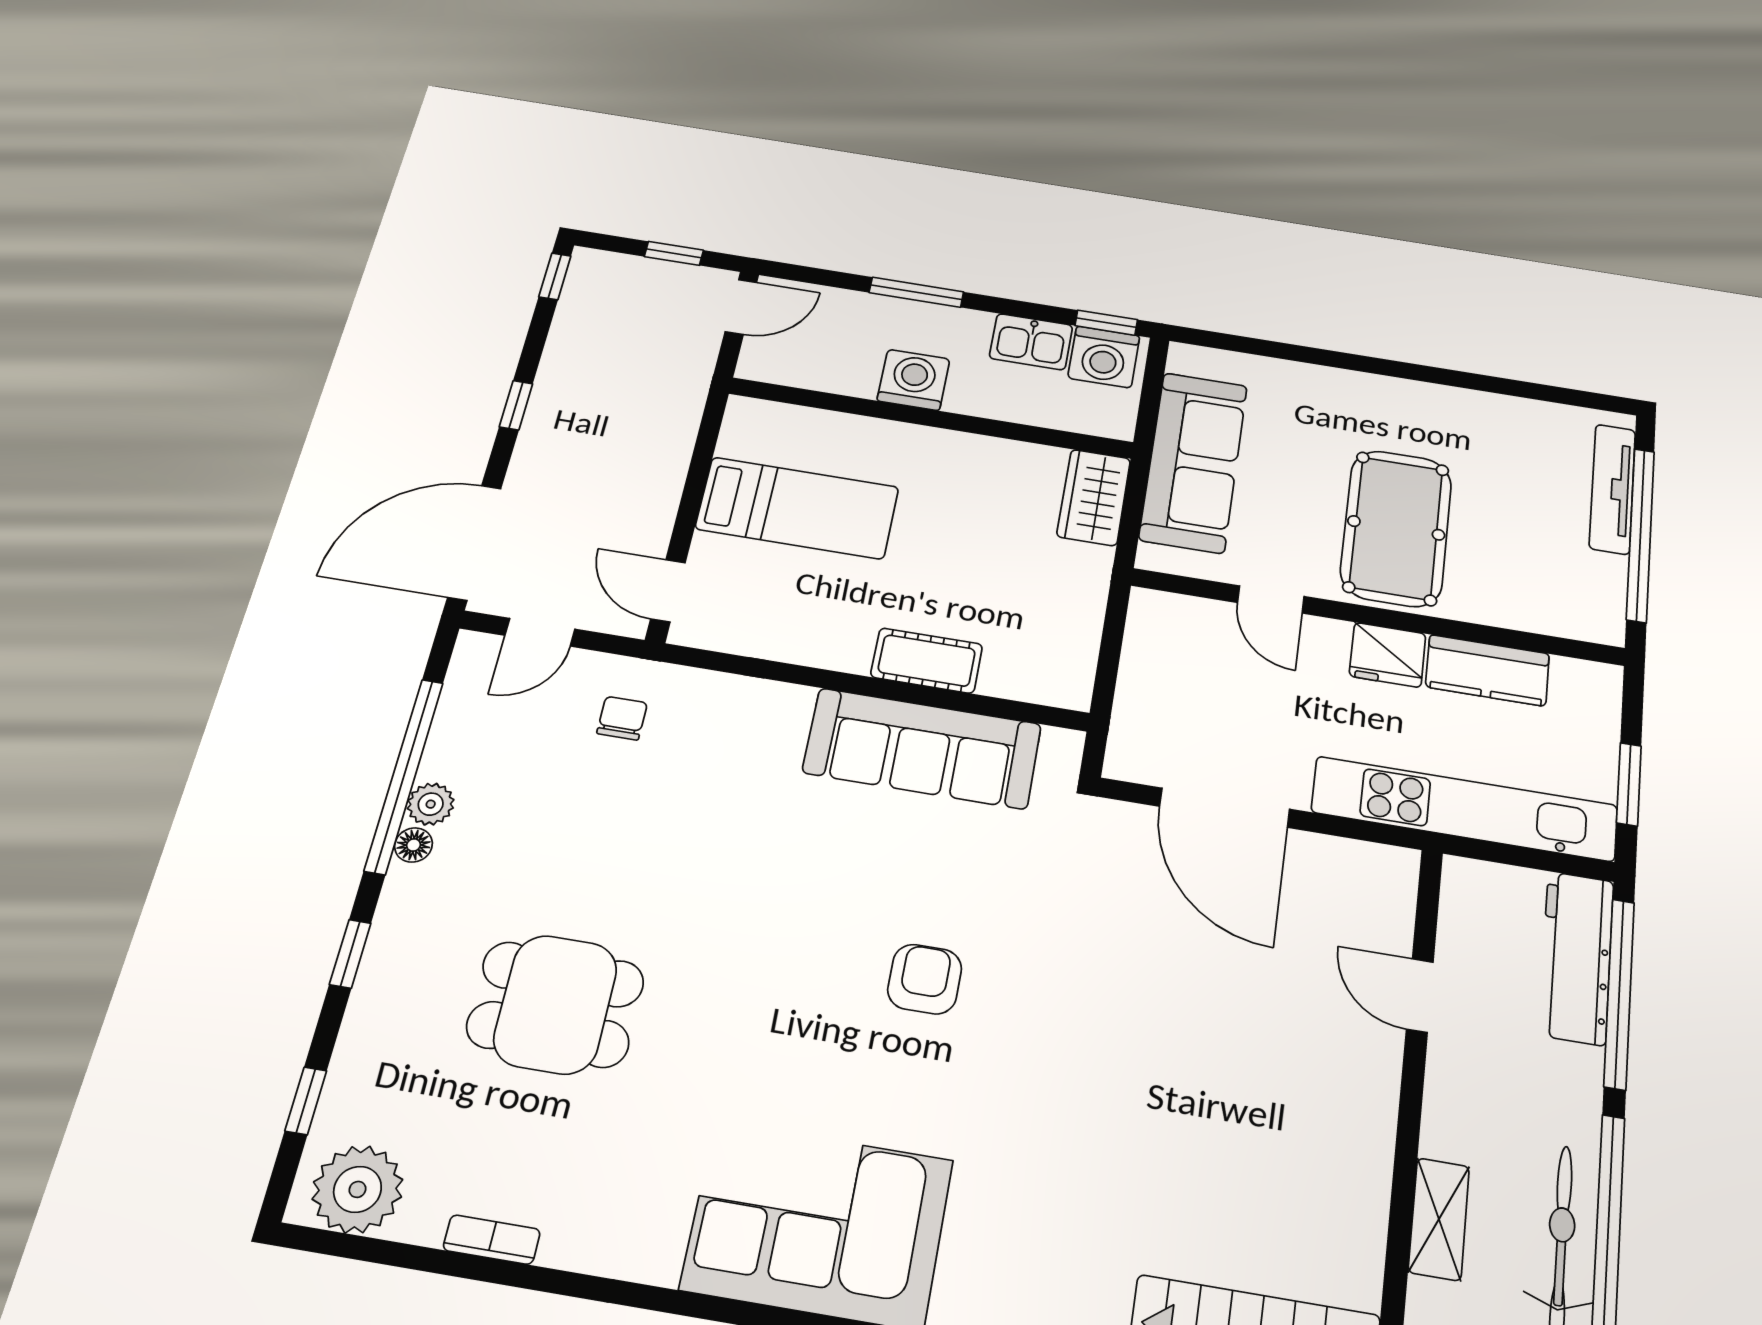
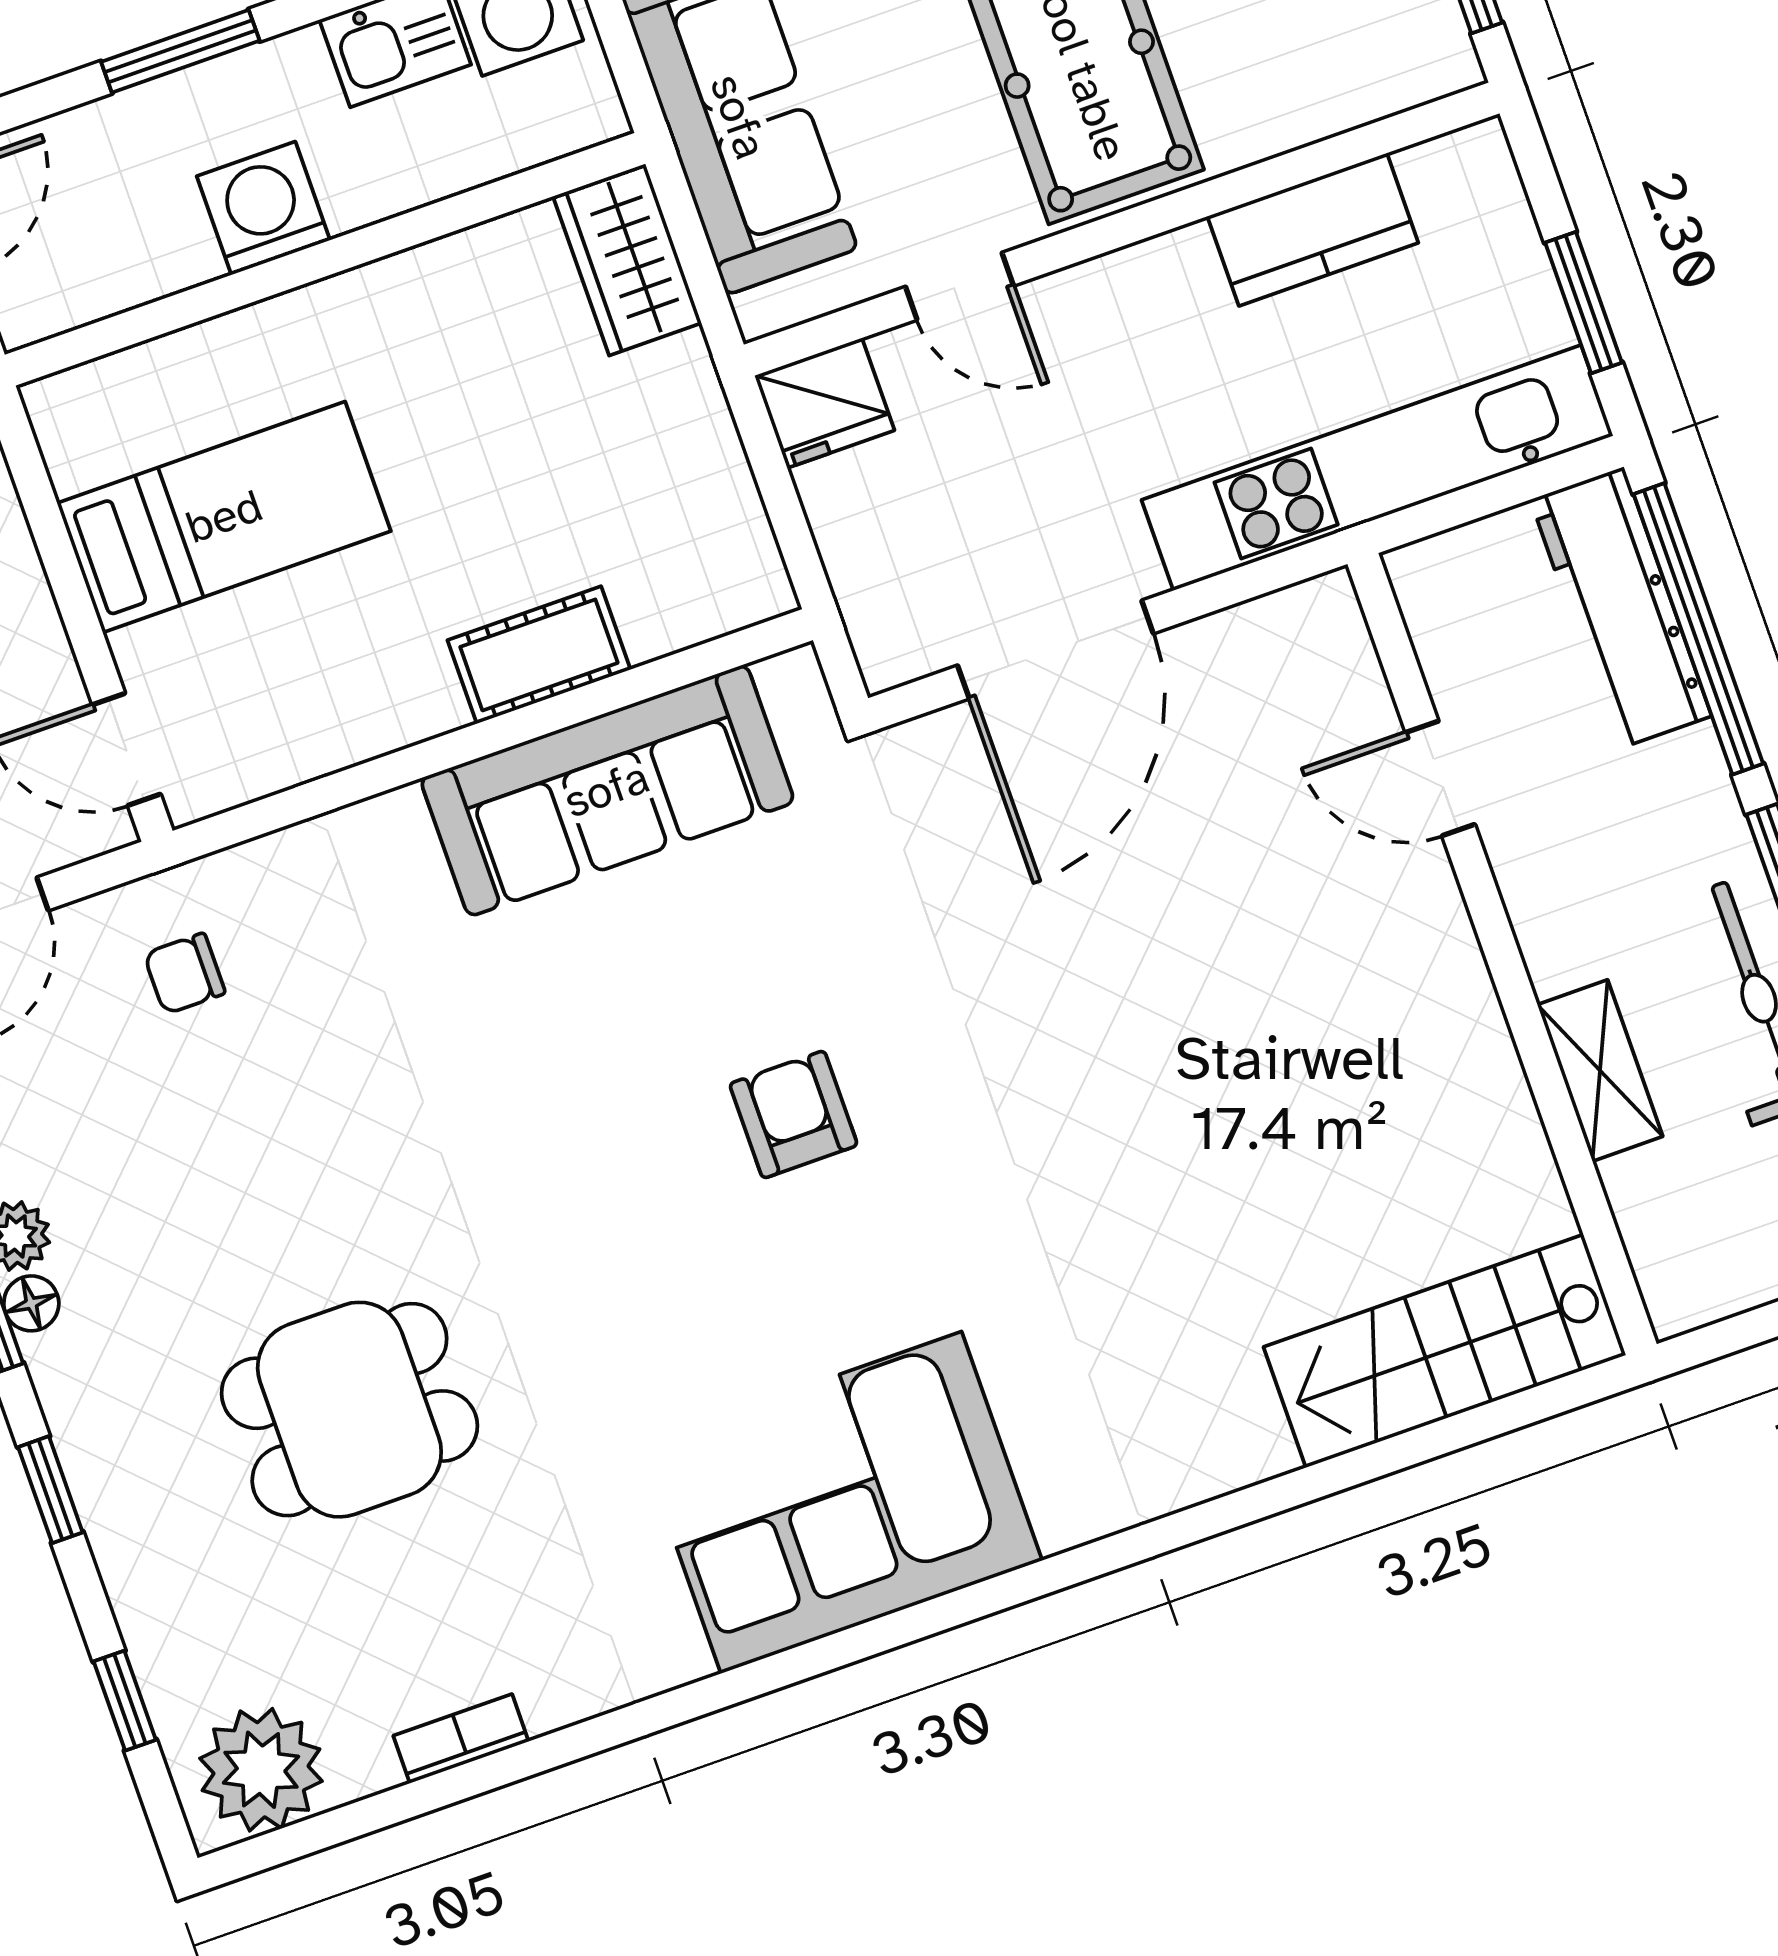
fridge: (1388, 655) -> (825, 403), moved
chair: (622, 718) -> (184, 974), turned -90
door: (1225, 808) -> (1055, 650), hinge flipped

